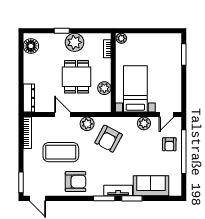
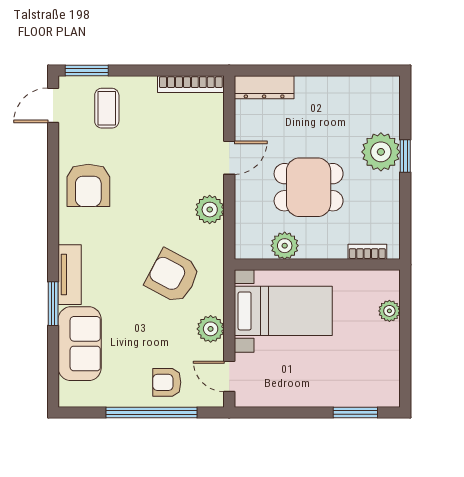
plant: (121, 38) -> (389, 311), moved
plant: (75, 42) -> (381, 152), moved
floor lamp: (31, 46) -> (373, 91), removed
armchair: (109, 139) -> (173, 276), moved
coffee table: (61, 152) -> (107, 108), moved, width x0.54, depth x0.58
window: (104, 198) -> (53, 245), removed

